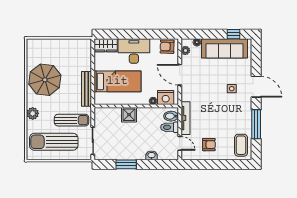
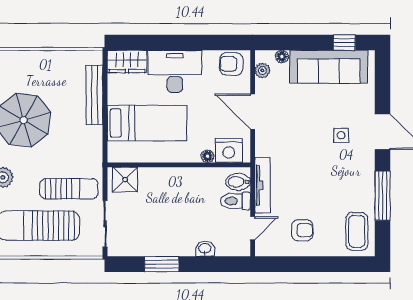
bench: (87, 89) -> (94, 95), moved
shower: (129, 115) -> (125, 180), moved
door: (180, 143) -> (253, 228), hinge flipped

